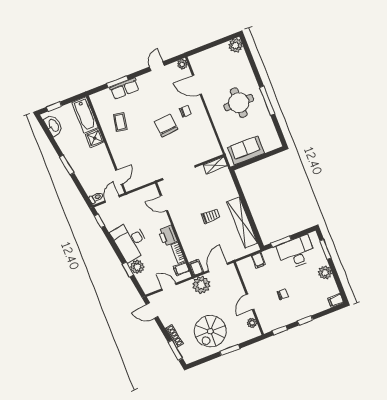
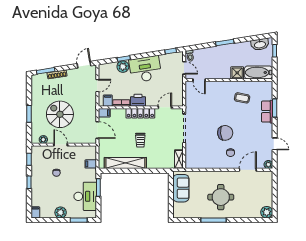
locker: (181, 227) -> (140, 113), added
plant: (201, 285) -> (89, 112), removed
spiral stairs: (210, 331) -> (60, 114), moved

